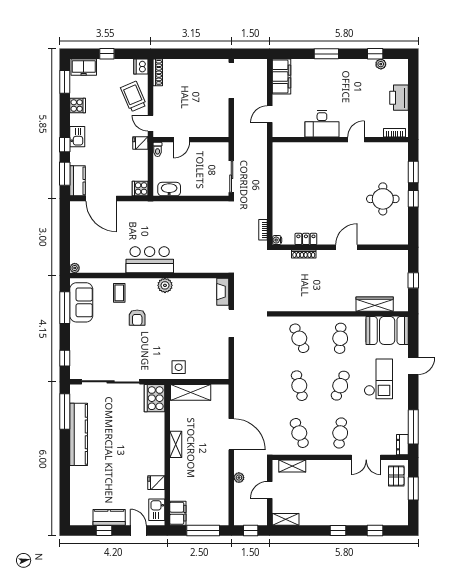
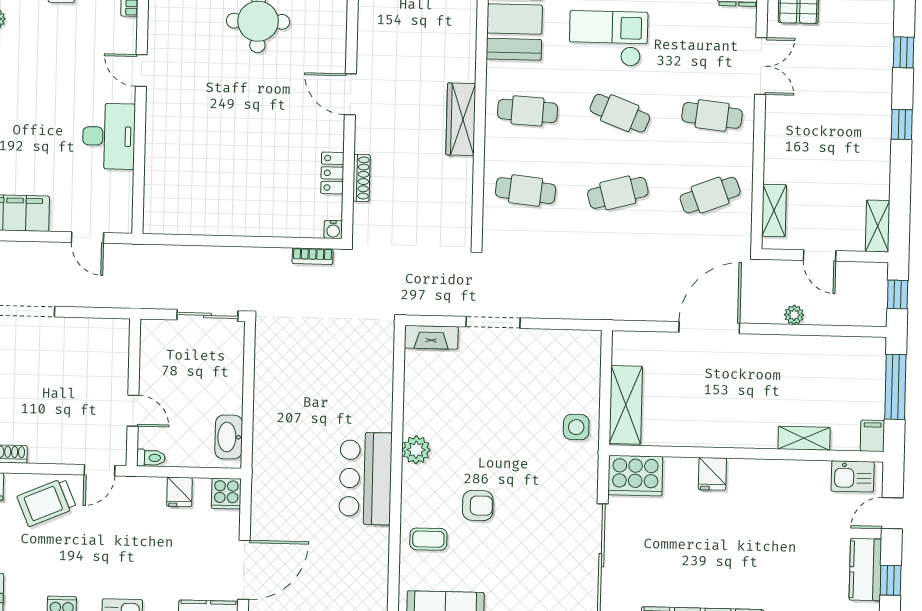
fridge: (140, 143) -> (179, 492), moved
wardrobe: (375, 304) -> (461, 119), moved
cafe table: (299, 338) -> (526, 191), turned 30
shelving: (176, 444) -> (804, 438), moved
fridge: (156, 483) -> (712, 474), moved
filing cabinet: (178, 513) -> (872, 436), width x0.50

